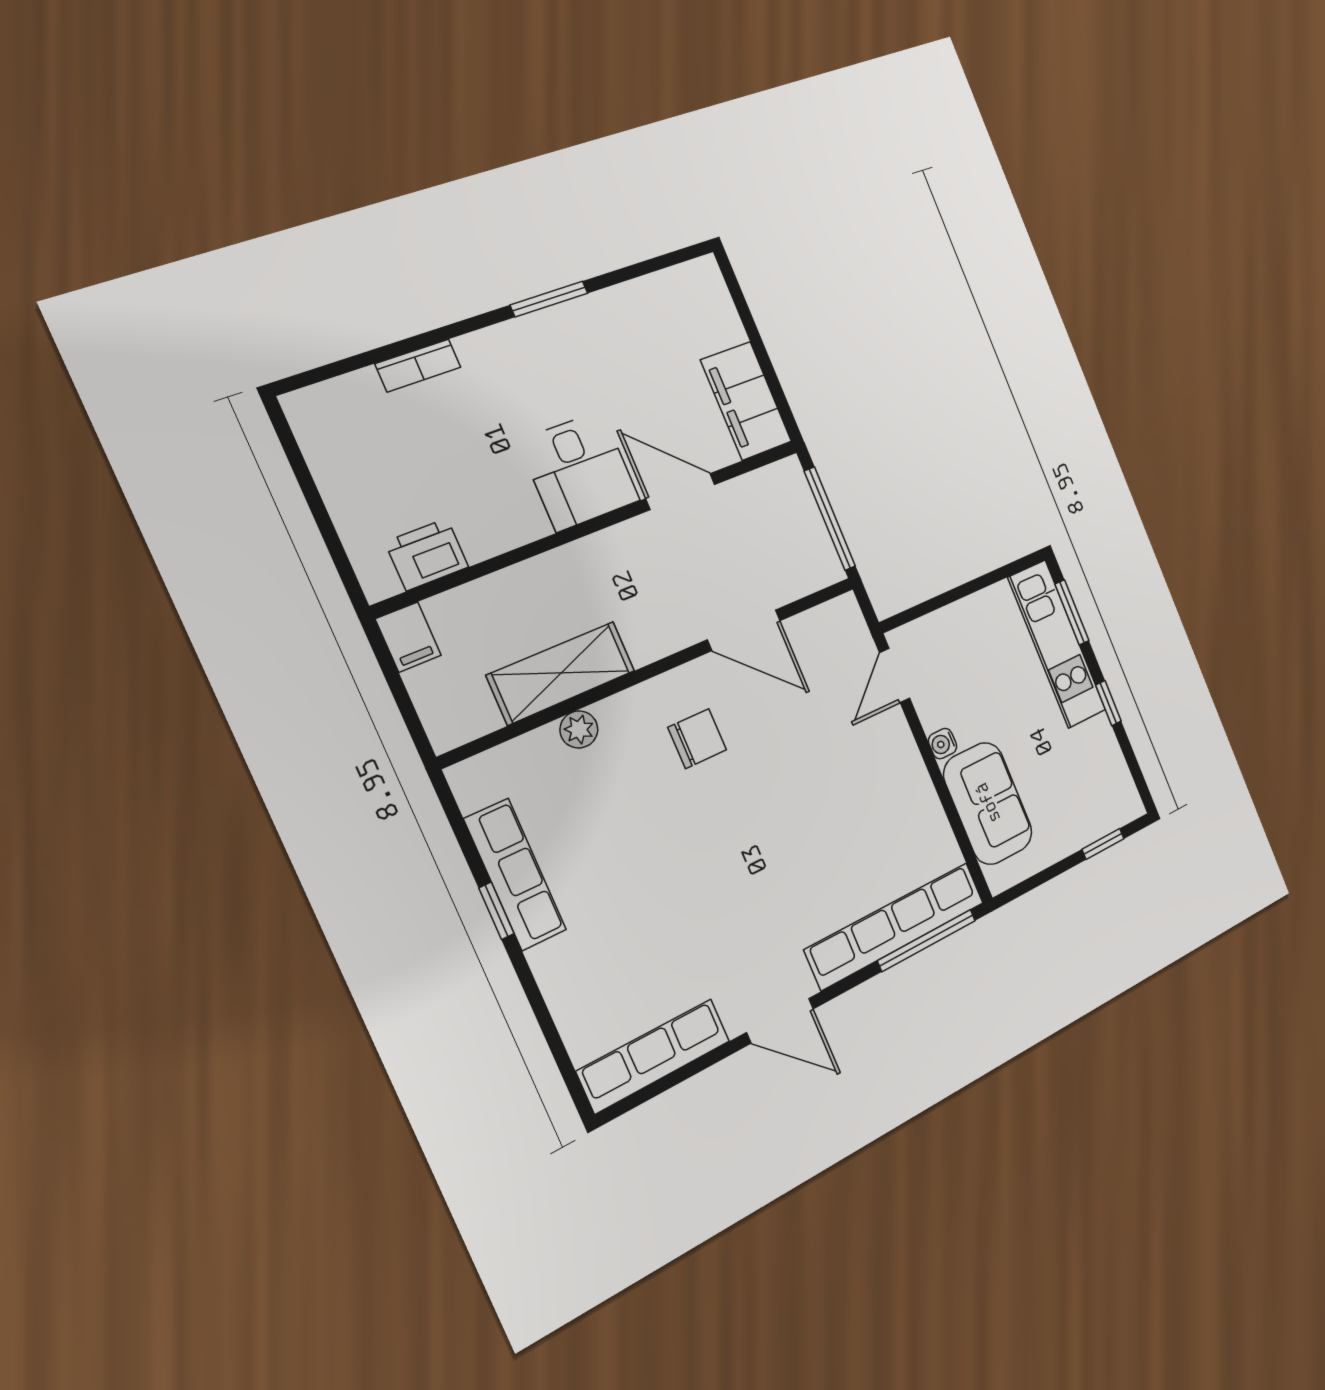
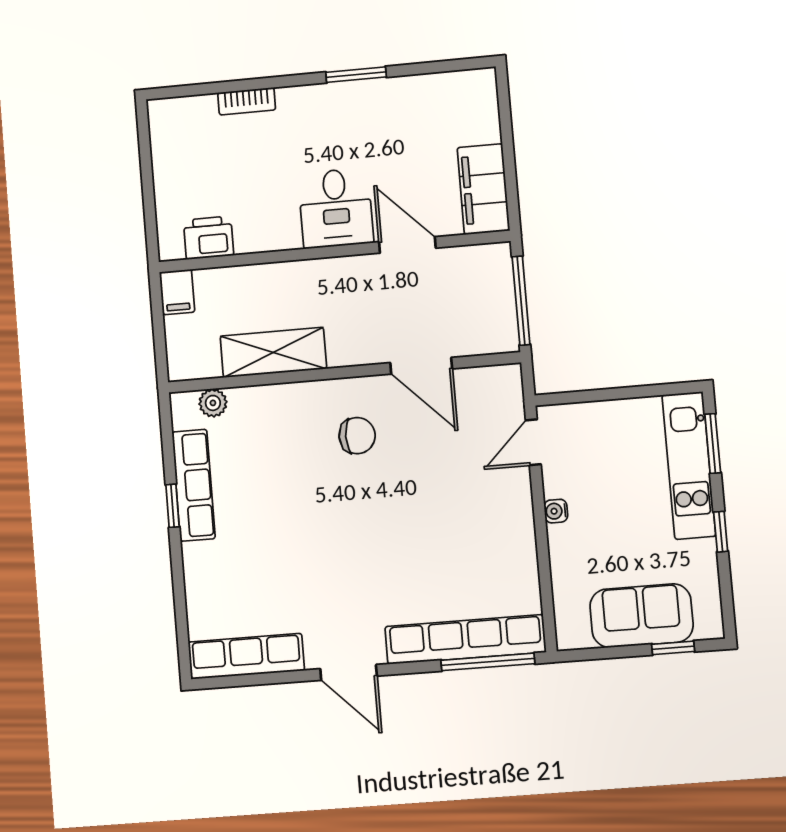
plant: (579, 729) -> (213, 403), moved
sofa: (988, 803) -> (642, 616), moved, turned -90

